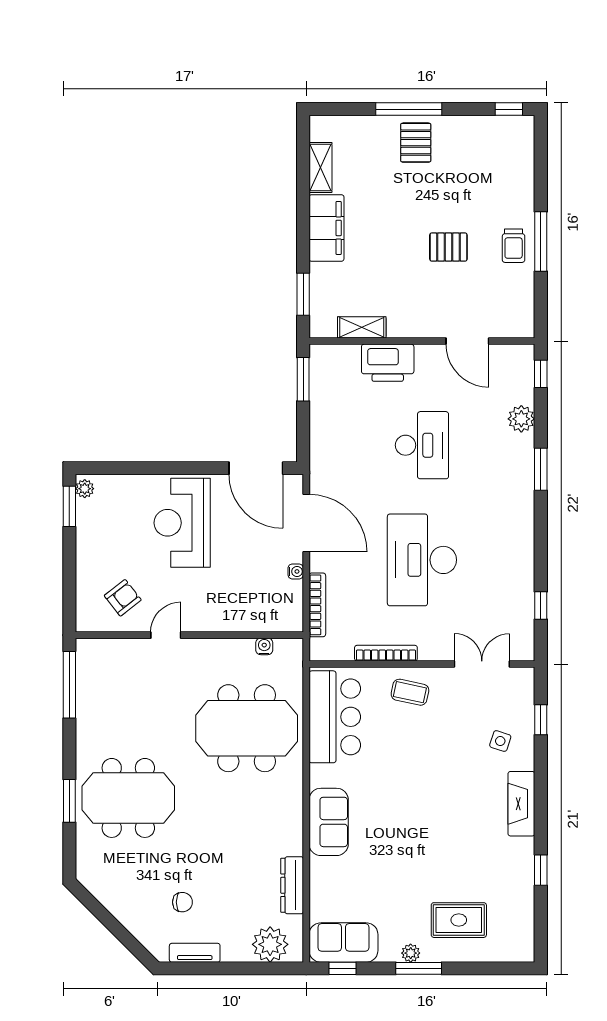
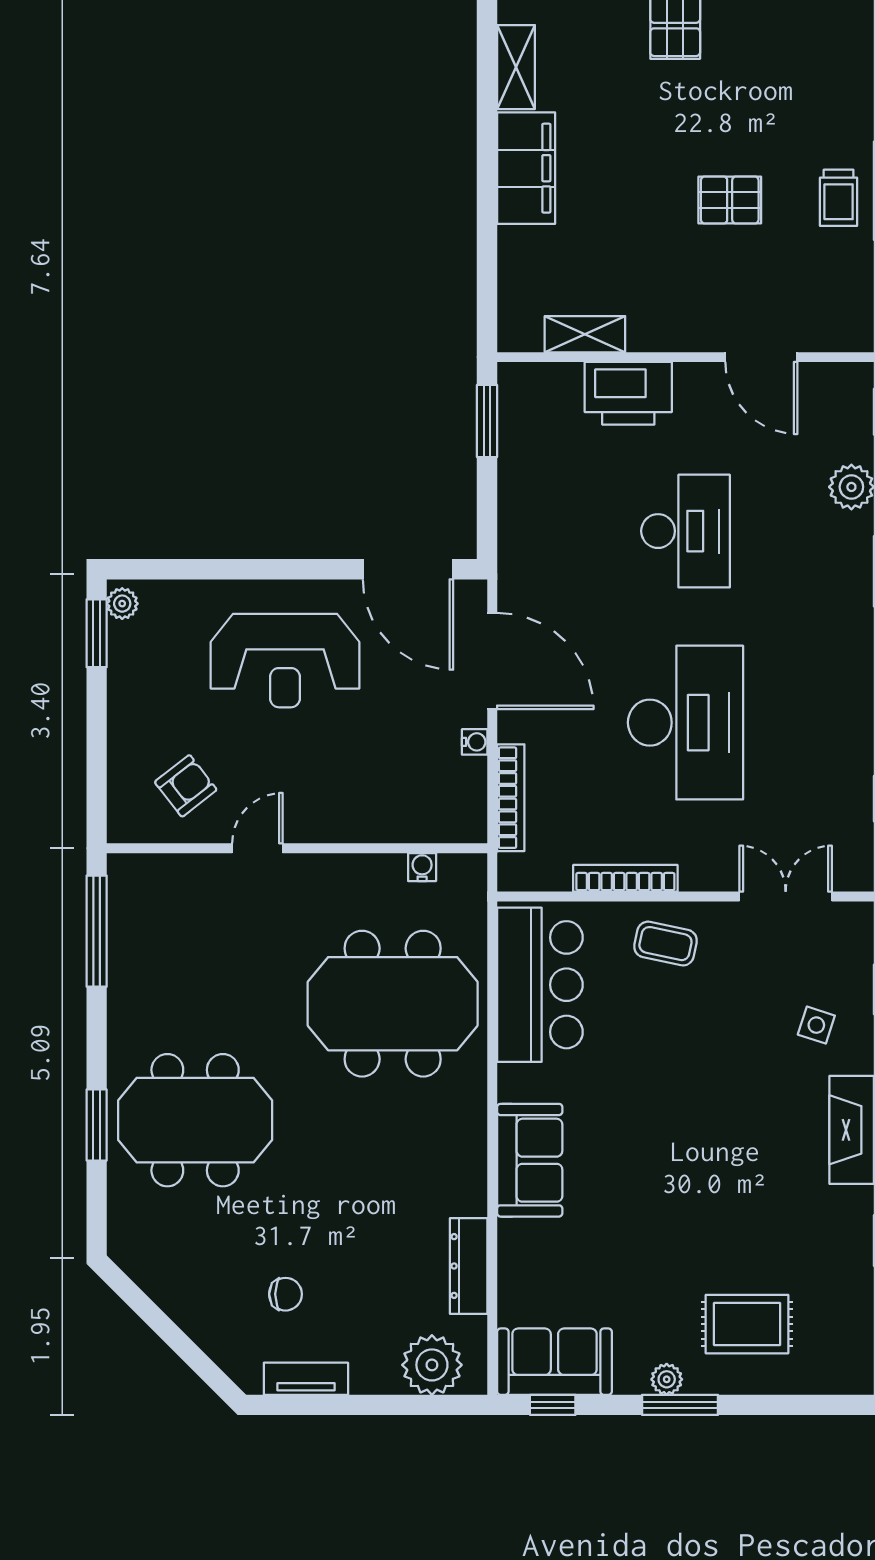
window: (303, 294) -> (487, 279), removed
reception desk: (182, 523) -> (285, 661), turned -90
desk: (422, 560) -> (685, 723), turned 180

